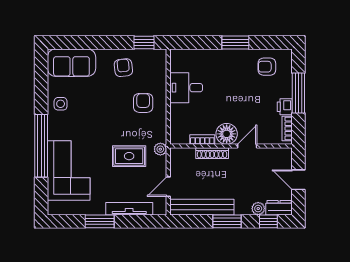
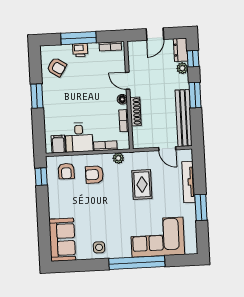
filing cabinet: (180, 64) -> (58, 144), added
armchair: (267, 67) -> (57, 67), turned -57
armchair: (123, 68) -> (66, 171), moved, turned -83
printer: (285, 107) -> (80, 50), moved
bookcase: (175, 117) -> (105, 146), added
floor lamp: (227, 134) -> (122, 99), width x0.53, depth x0.53
plant: (160, 149) -> (118, 158), moved

